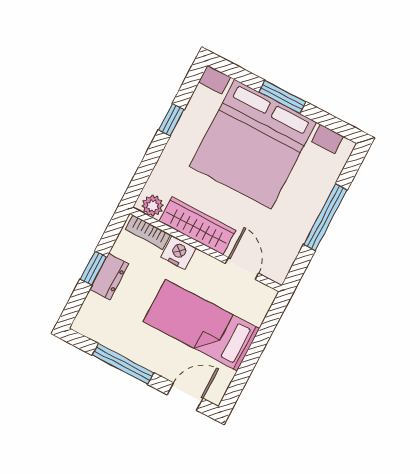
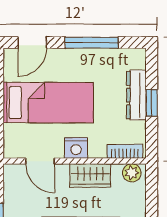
wardrobe: (197, 226) -> (90, 176), width x0.67
nightstand: (178, 253) -> (76, 148), moved
dresser: (109, 277) -> (136, 95), width x1.44

